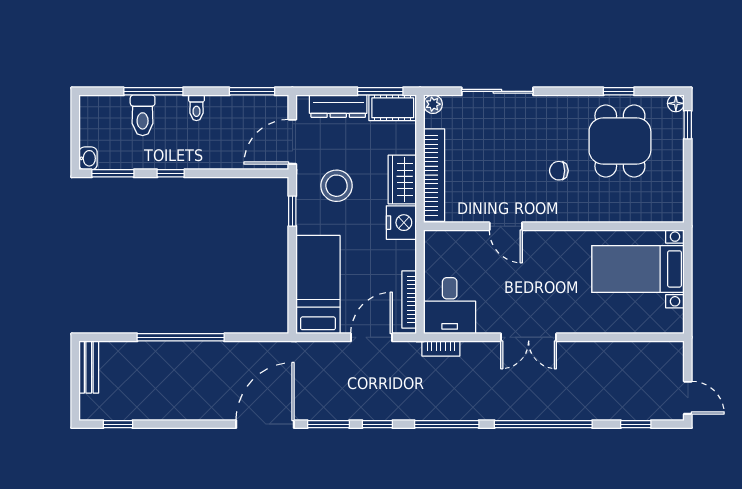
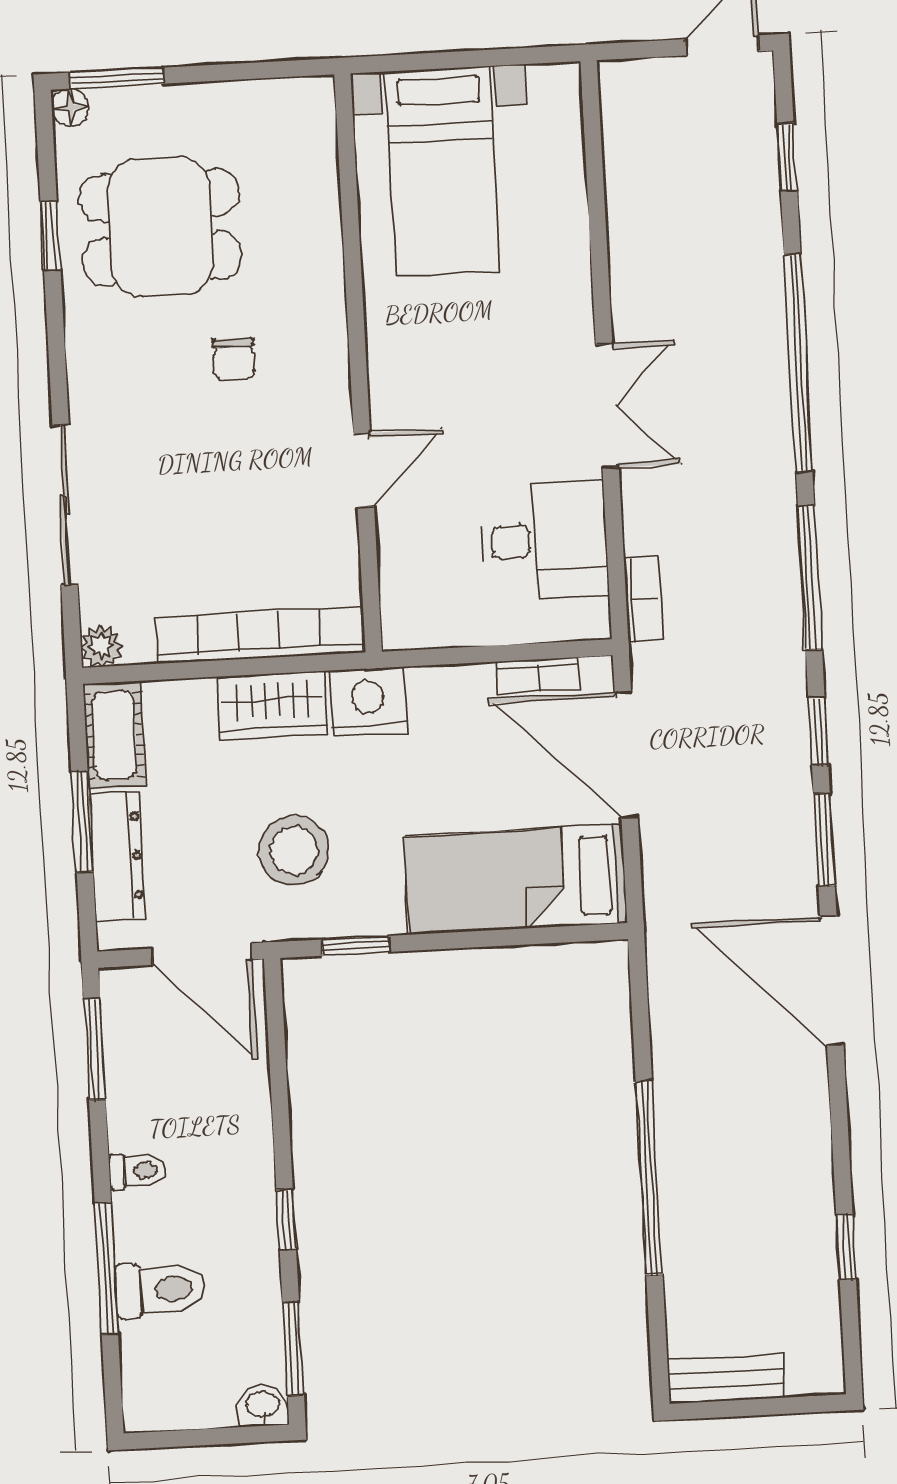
window: (380, 91) -> (82, 822), moved
window: (688, 125) -> (116, 78), width x1.50
bookcase: (409, 299) -> (538, 676), width x0.64
desk: (450, 306) -> (544, 540), moved
door: (372, 337) -> (626, 755), width x1.36
window: (118, 424) -> (846, 1247), moved

